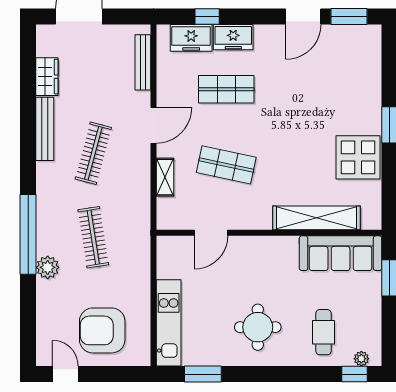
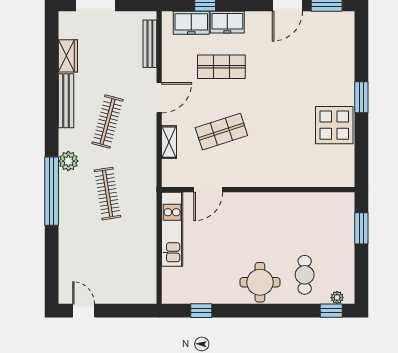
shop shelf: (226, 165) -> (221, 132), turned -30
shelving: (317, 218) -> (299, 177), removed
sofa: (341, 253) -> (319, 207), removed
plant: (48, 267) -> (68, 161), moved
kitchen unit: (169, 323) -> (172, 229), moved
round table: (258, 327) -> (260, 282), moved
armchair: (102, 330) -> (115, 273), removed
window: (203, 374) -> (201, 311), width x0.67

